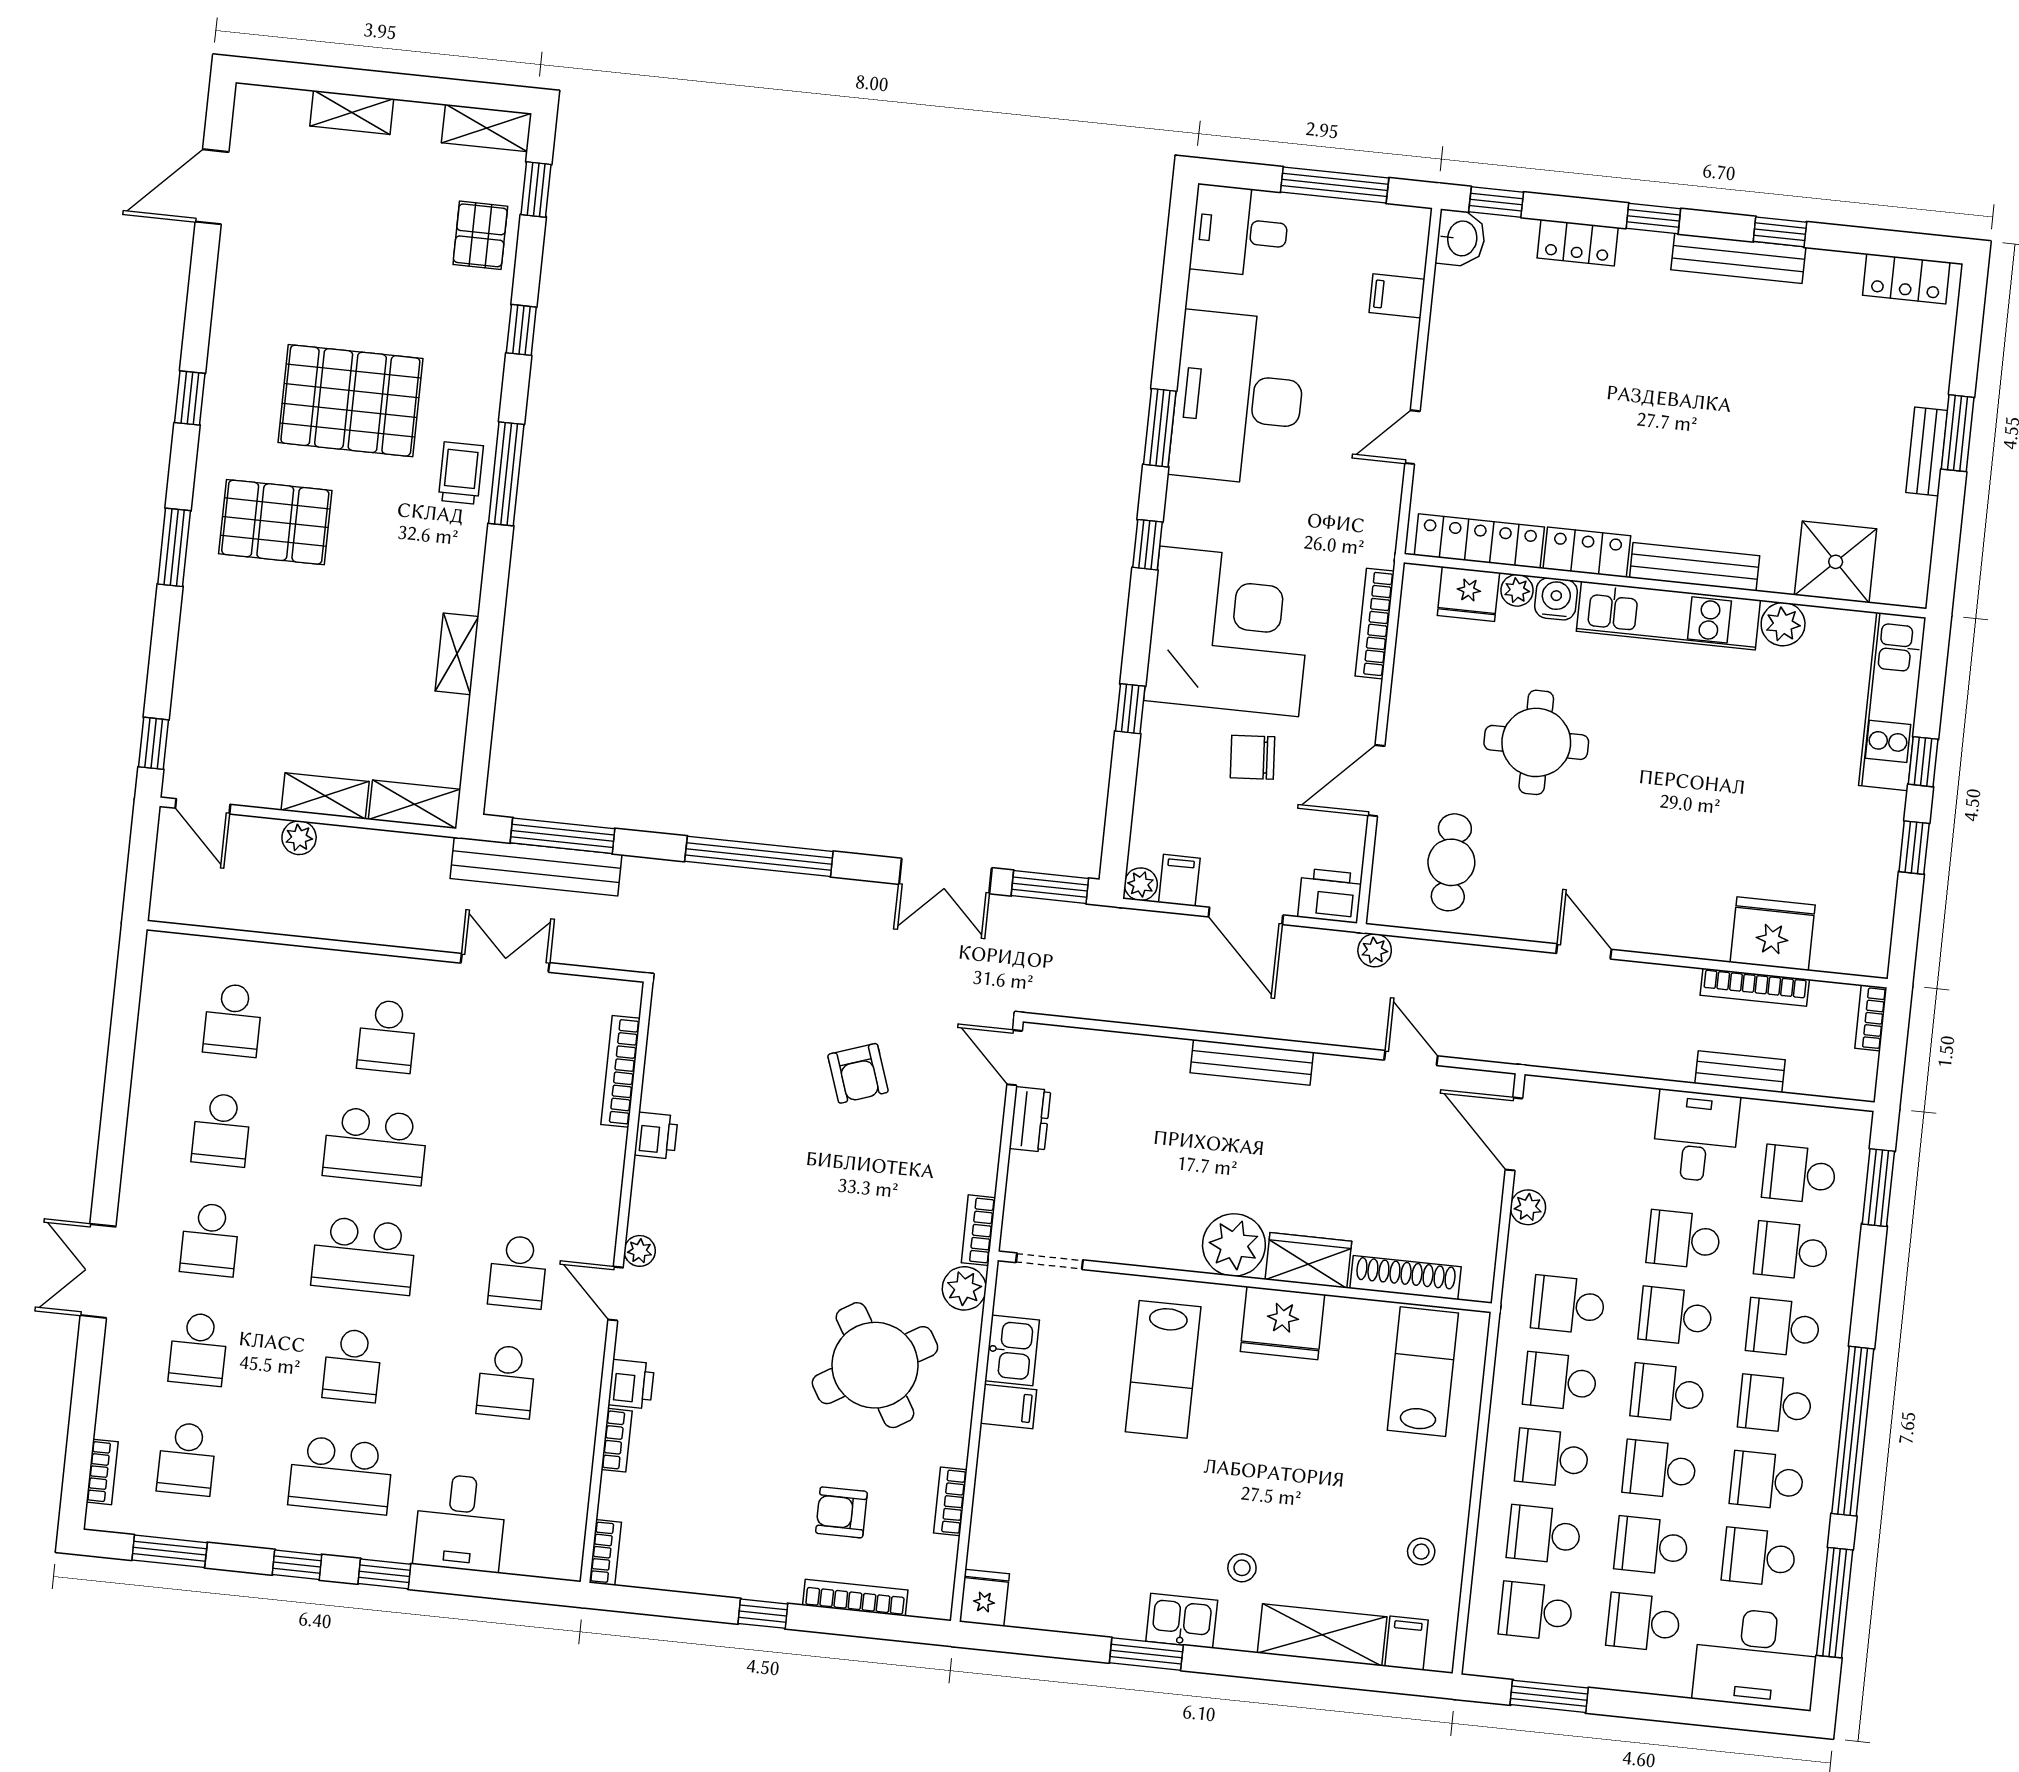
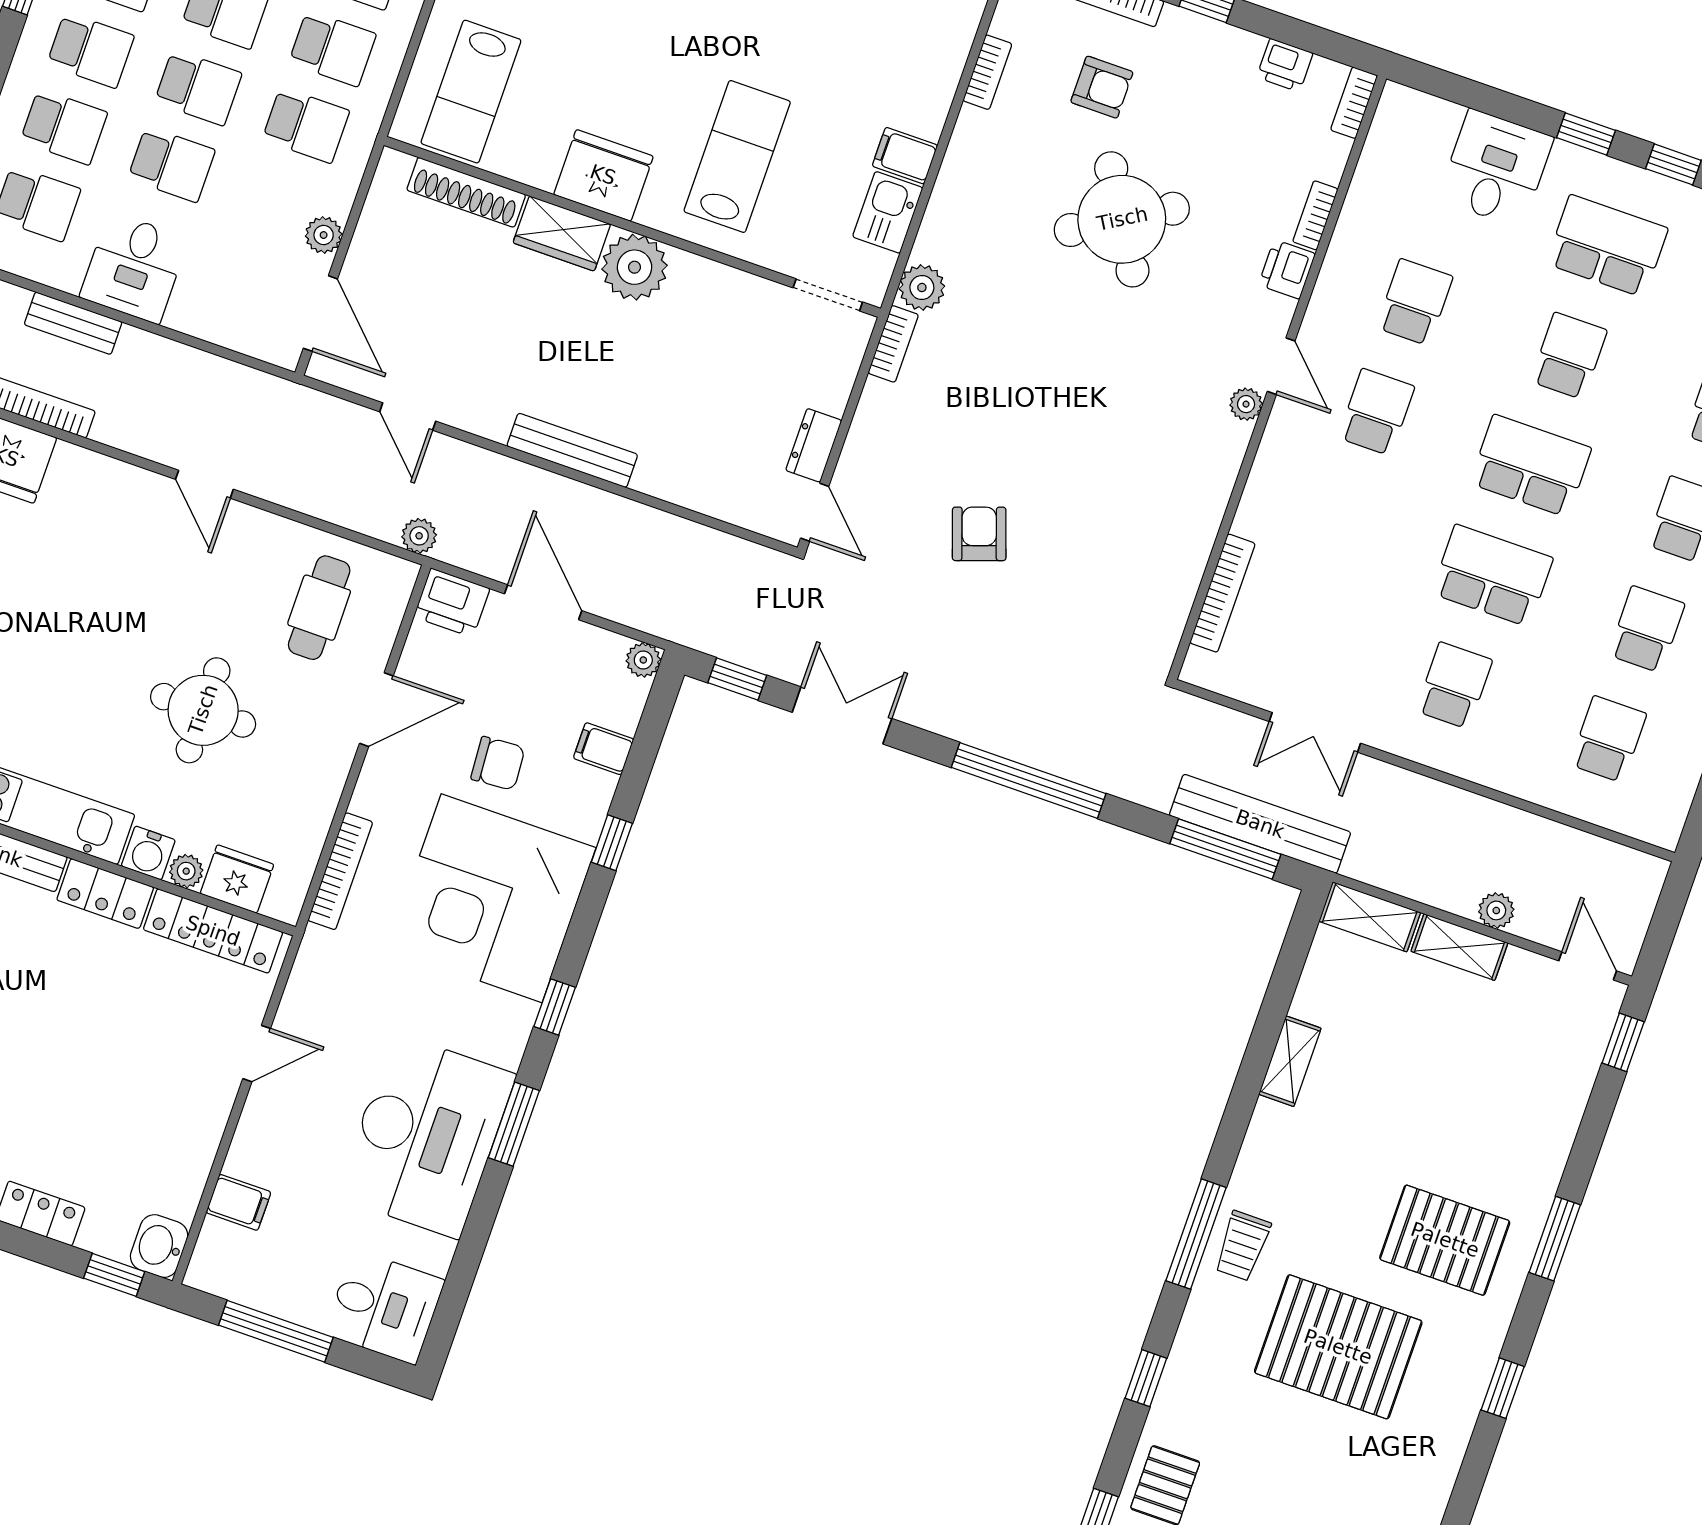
filing cabinet: (1179, 880) -> (604, 749), moved, turned 90
window: (1050, 887) -> (737, 679), width x0.67
printer: (656, 1136) -> (1285, 65), moved, turned -90
round table: (875, 1365) -> (1122, 219), moved

